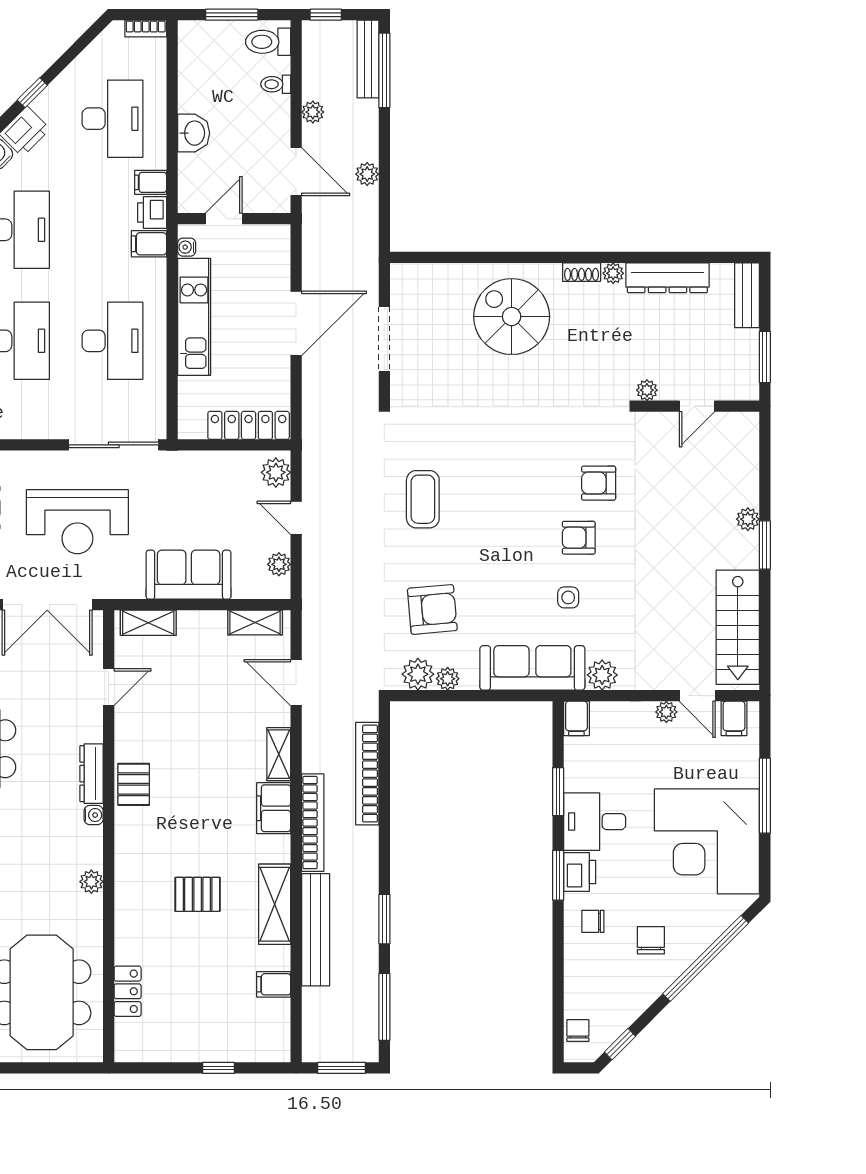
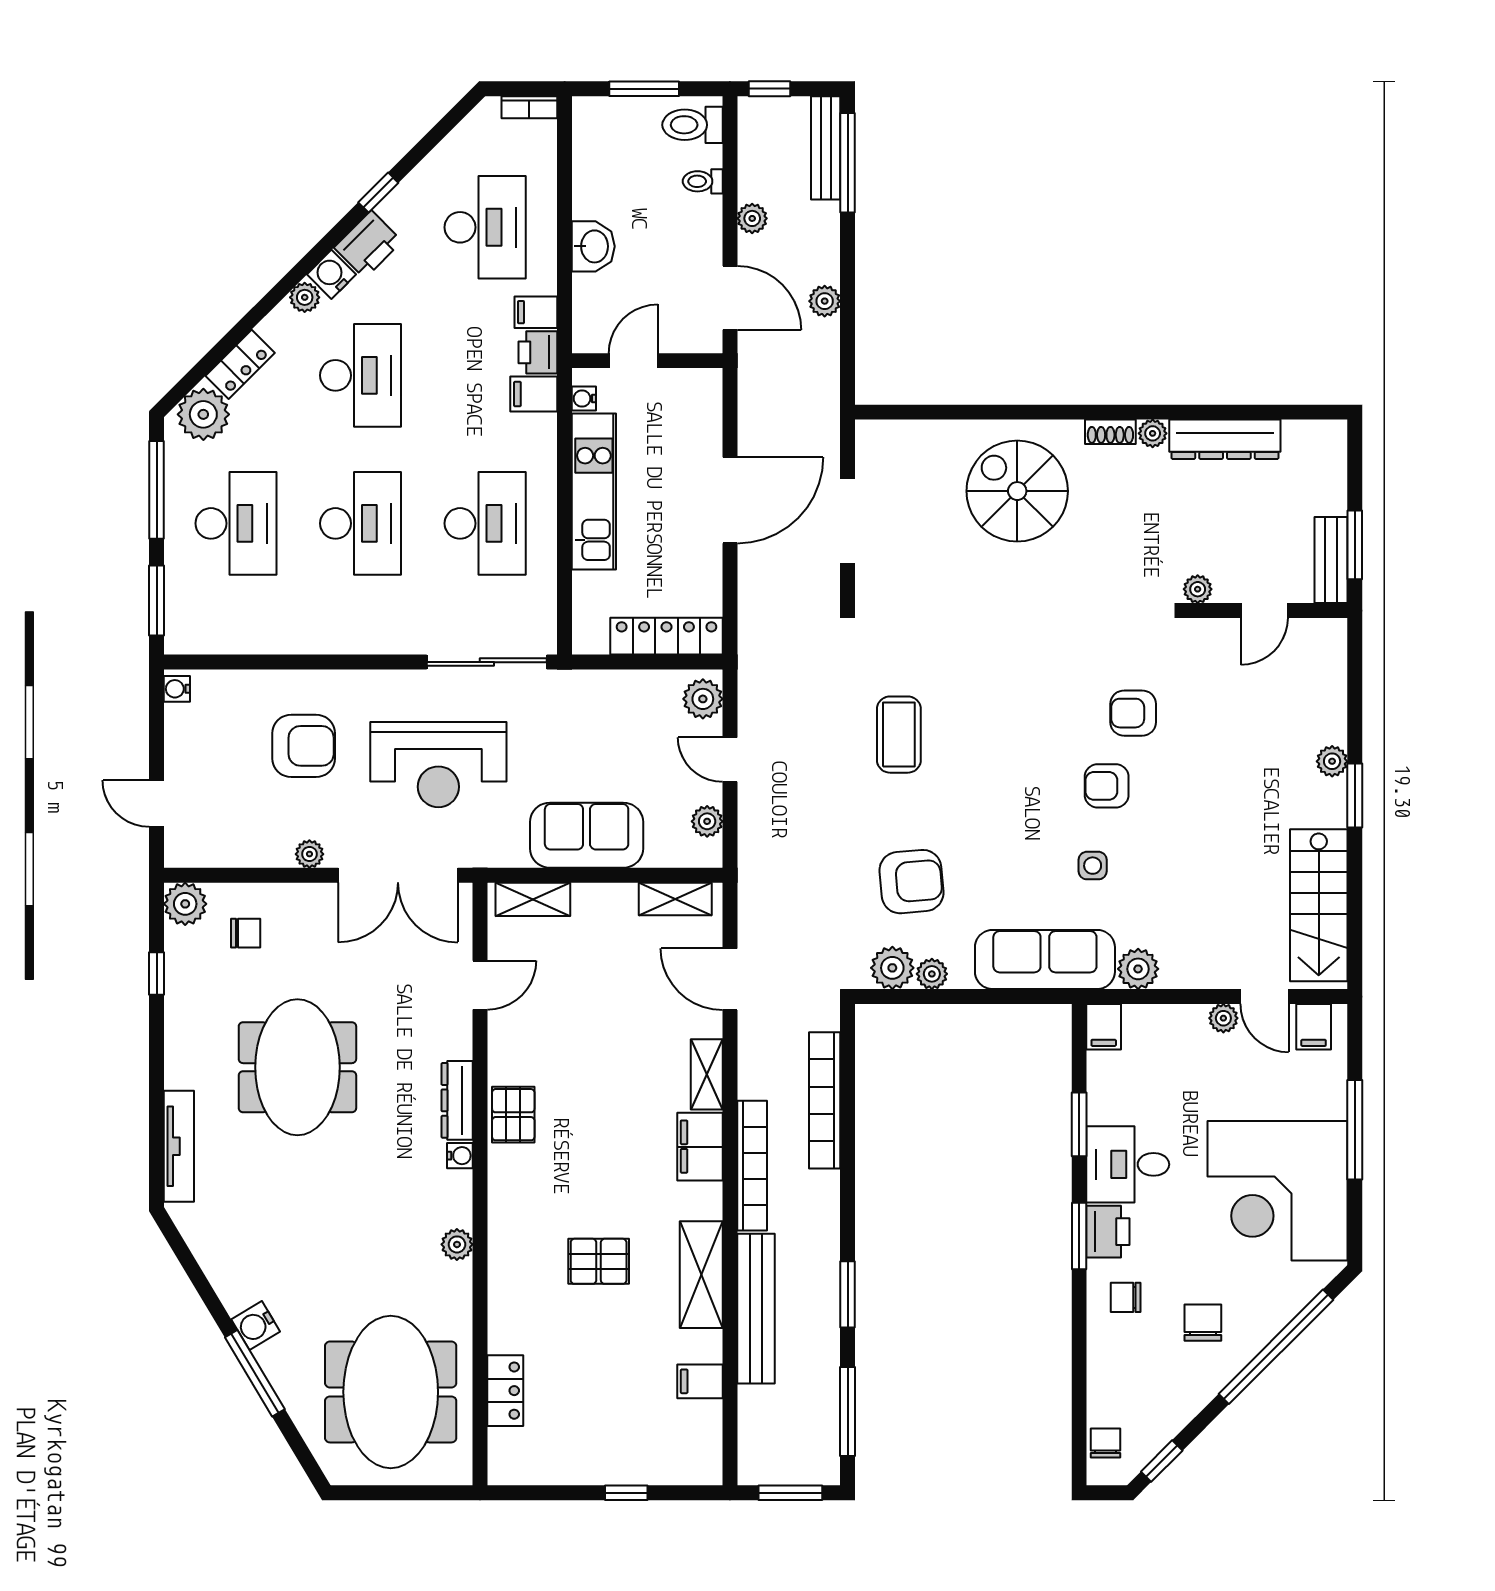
bench: (747, 295) -> (1331, 560), moved

